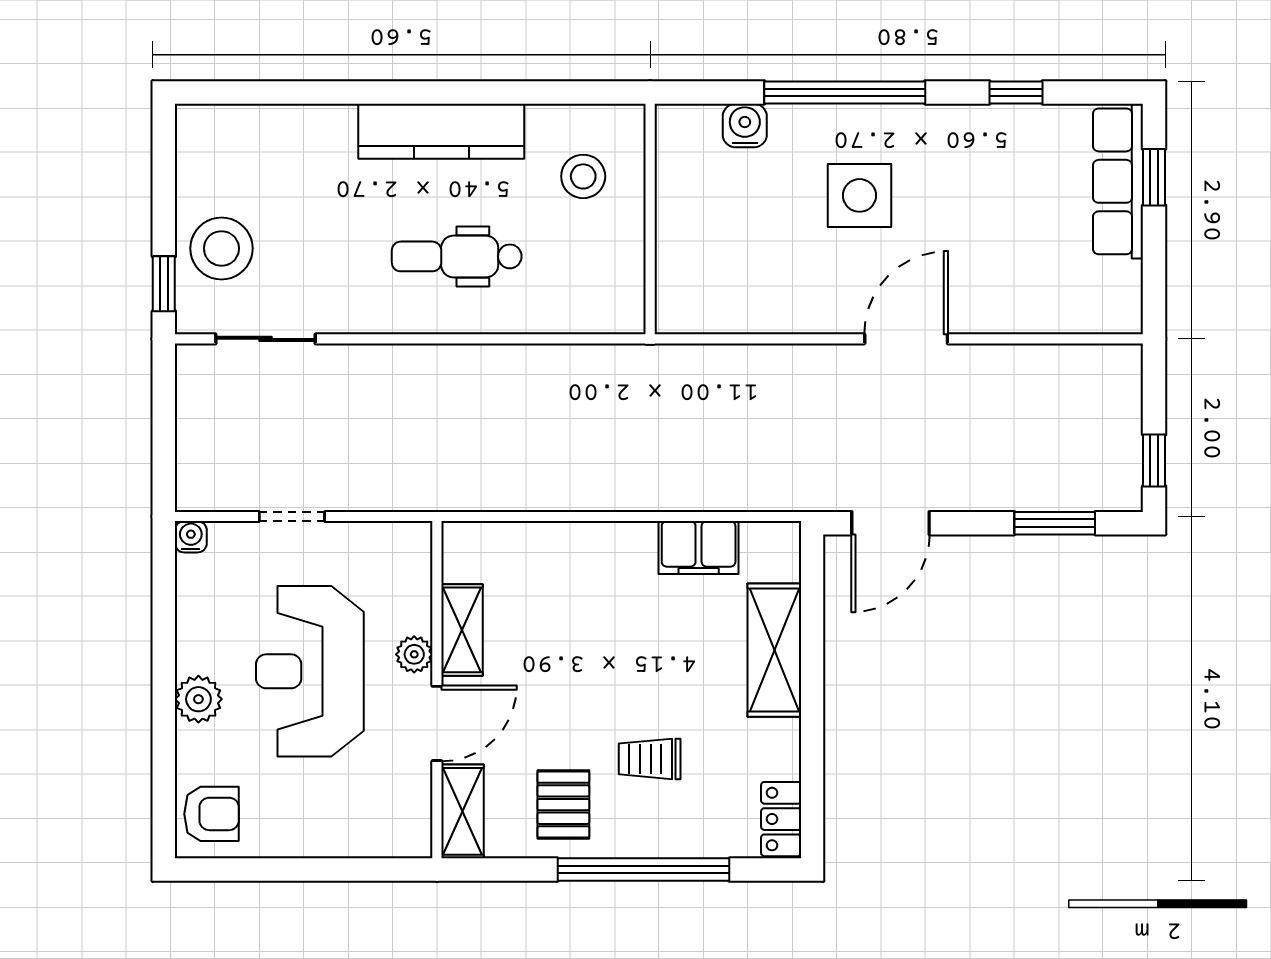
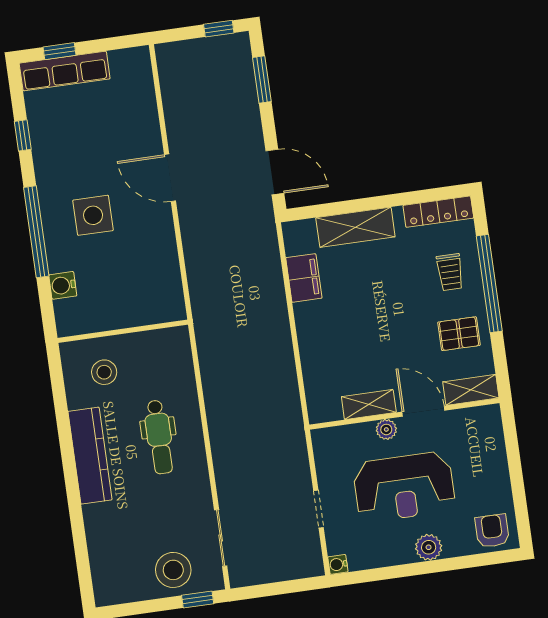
trolley: (650, 759) -> (450, 272), moved
locker: (781, 819) -> (438, 212), width x1.53

